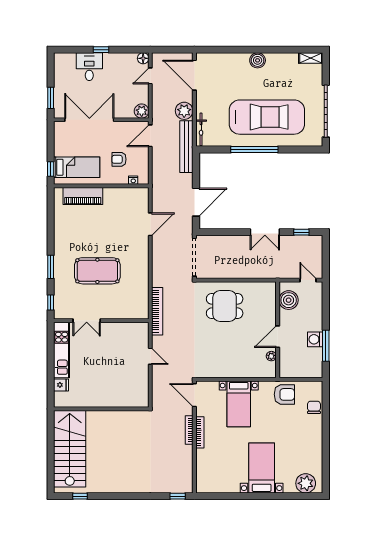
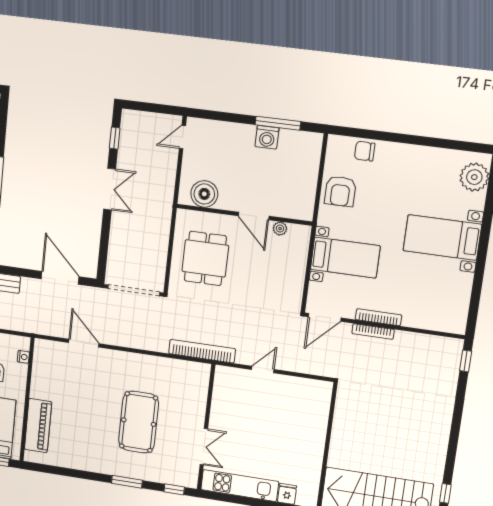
boiler: (289, 300) -> (204, 194), moved
wall: (278, 330) -> (244, 215), moved
door: (278, 337) -> (254, 216), moved
plant: (271, 356) -> (280, 229), moved
armchair: (284, 394) -> (340, 191), turned 180

